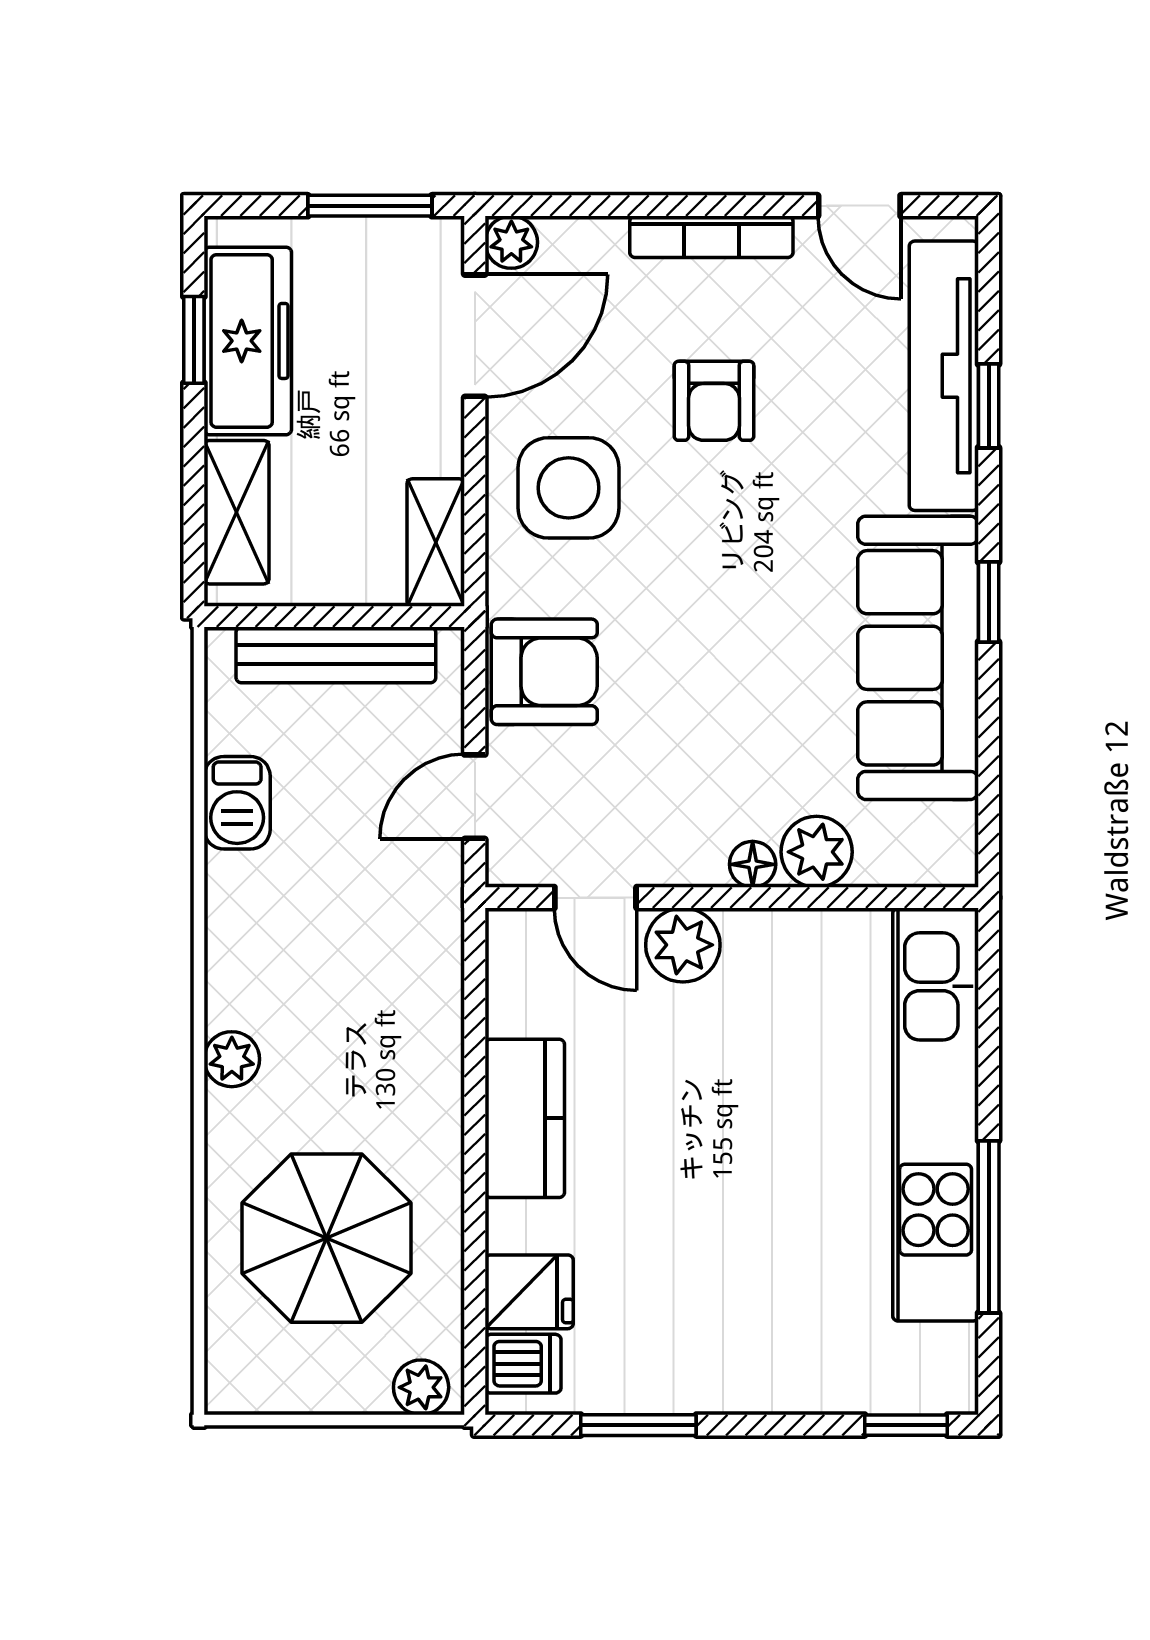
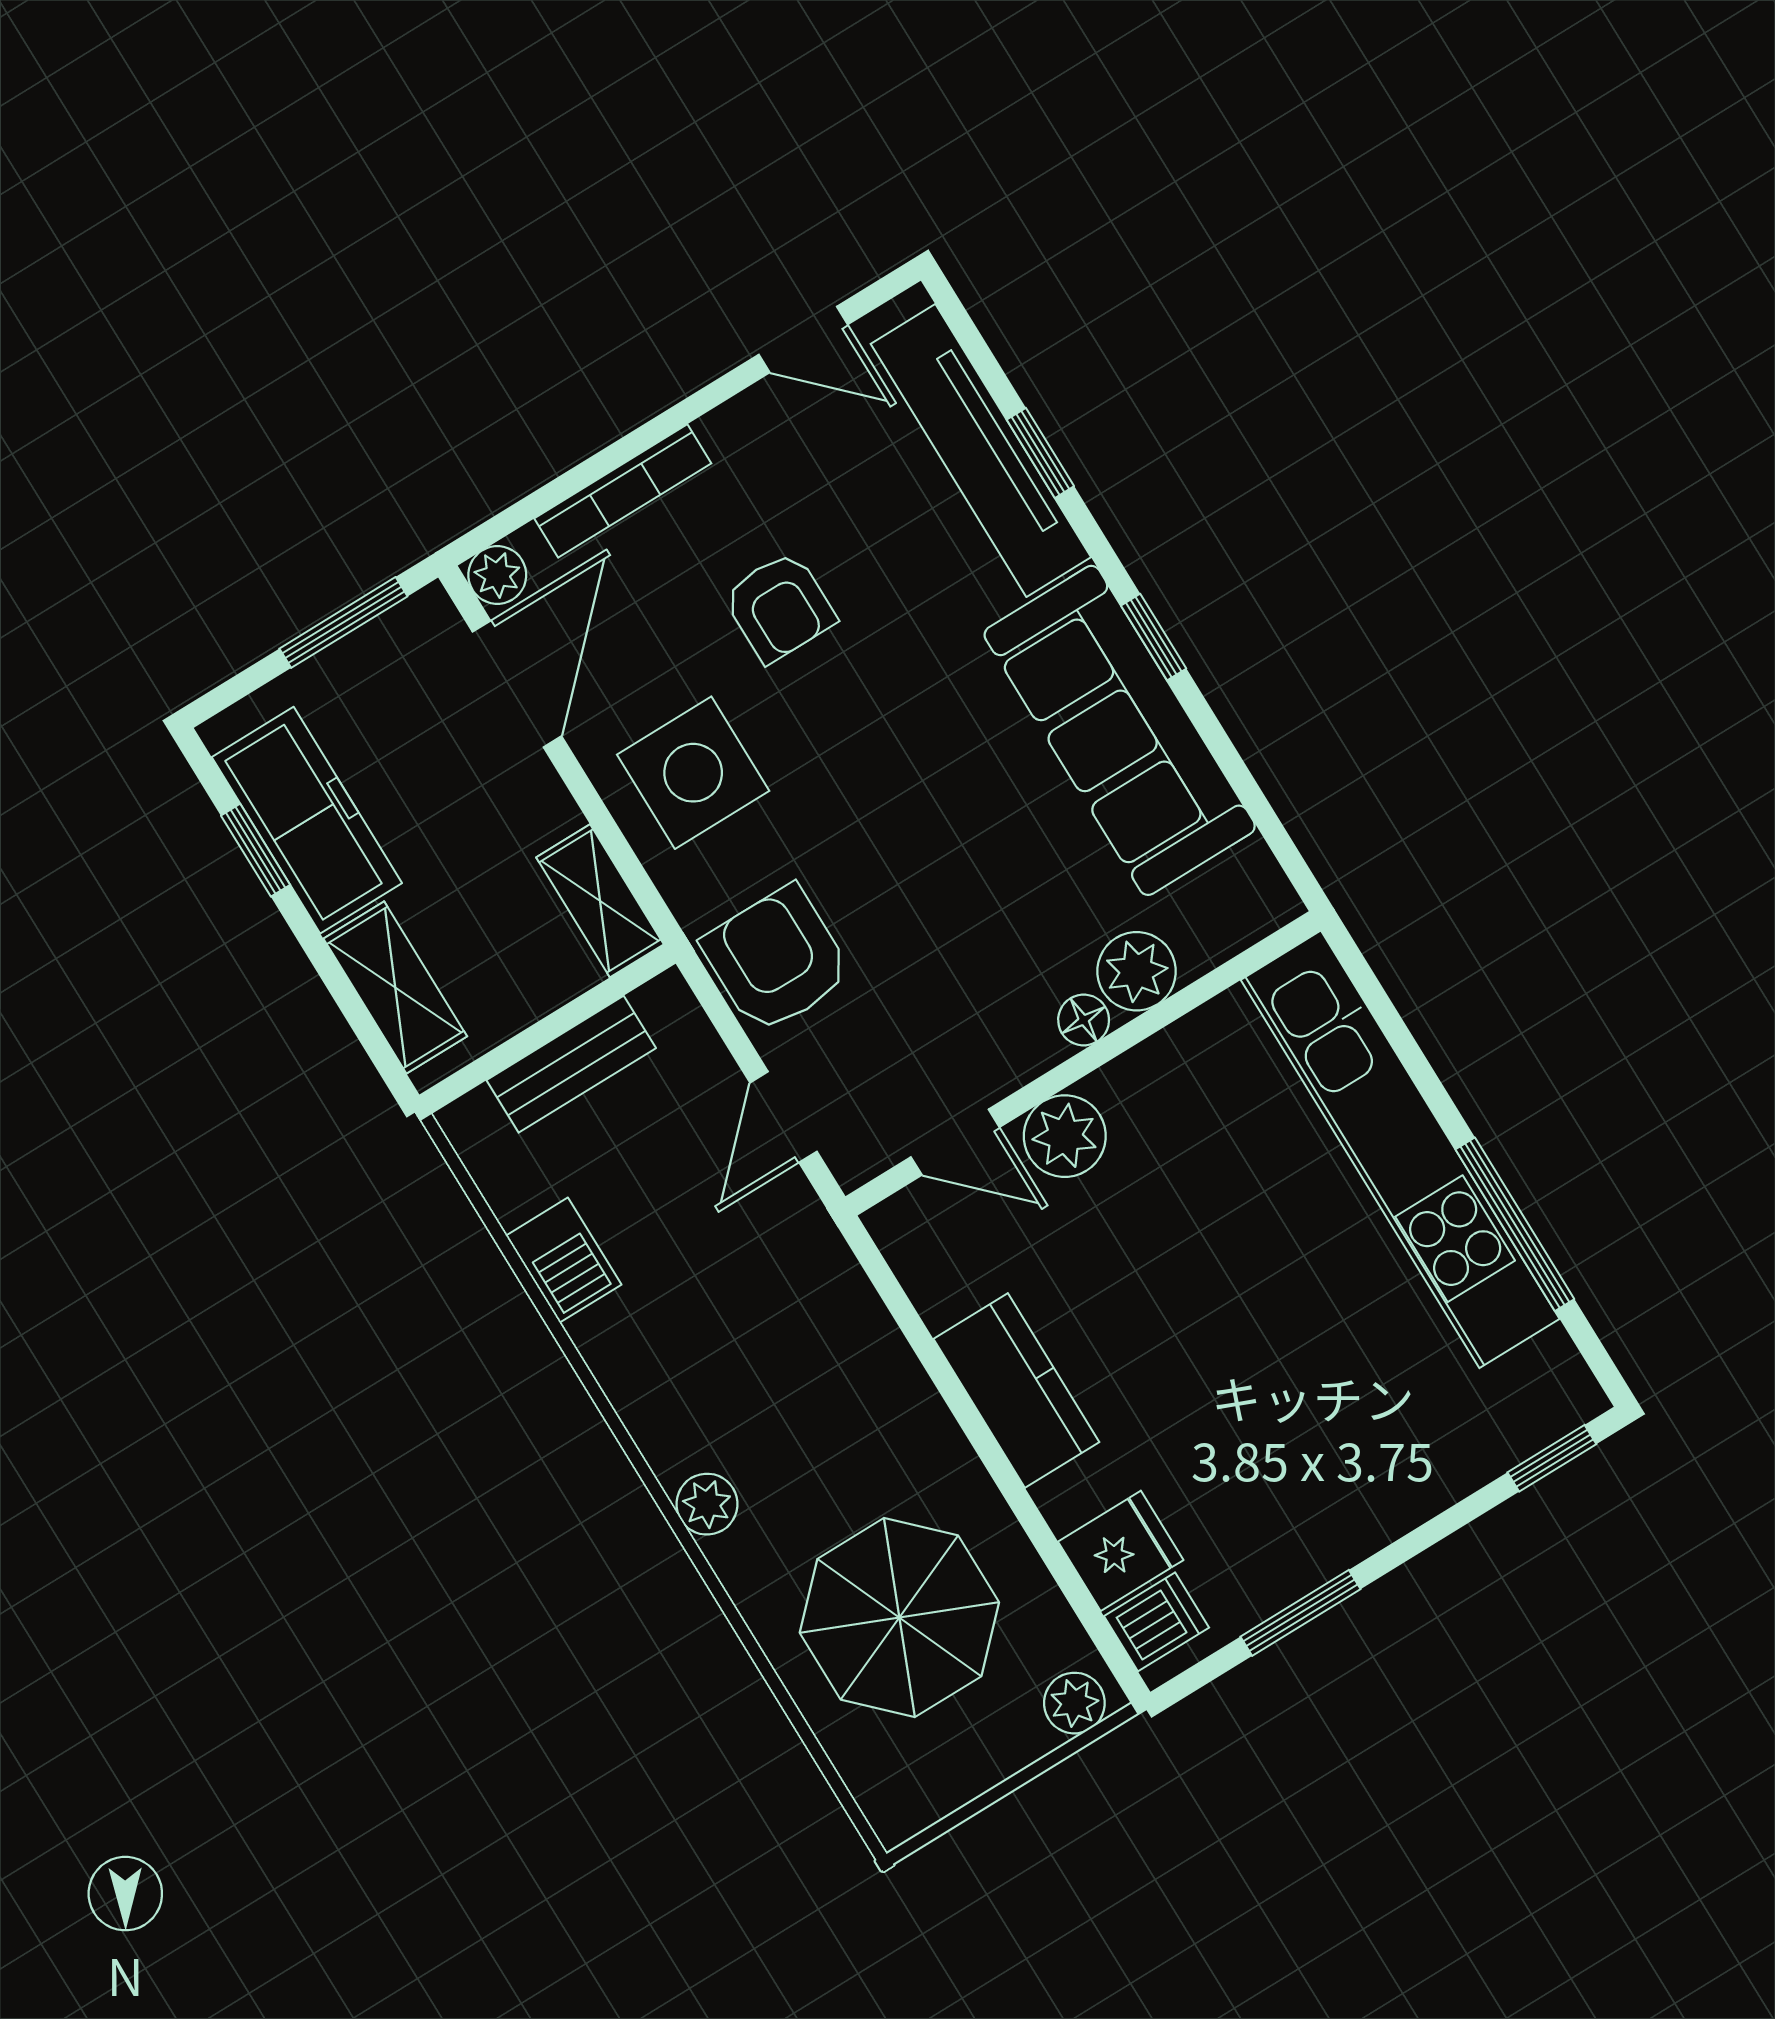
bookcase: (711, 237) -> (623, 491), moved
bench: (336, 655) -> (571, 1064), width x0.73
armchair: (544, 672) -> (777, 960), turned -90

